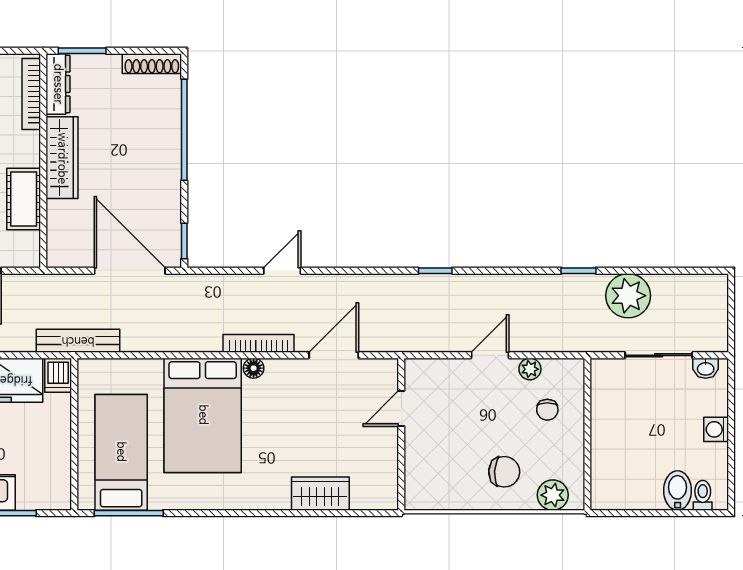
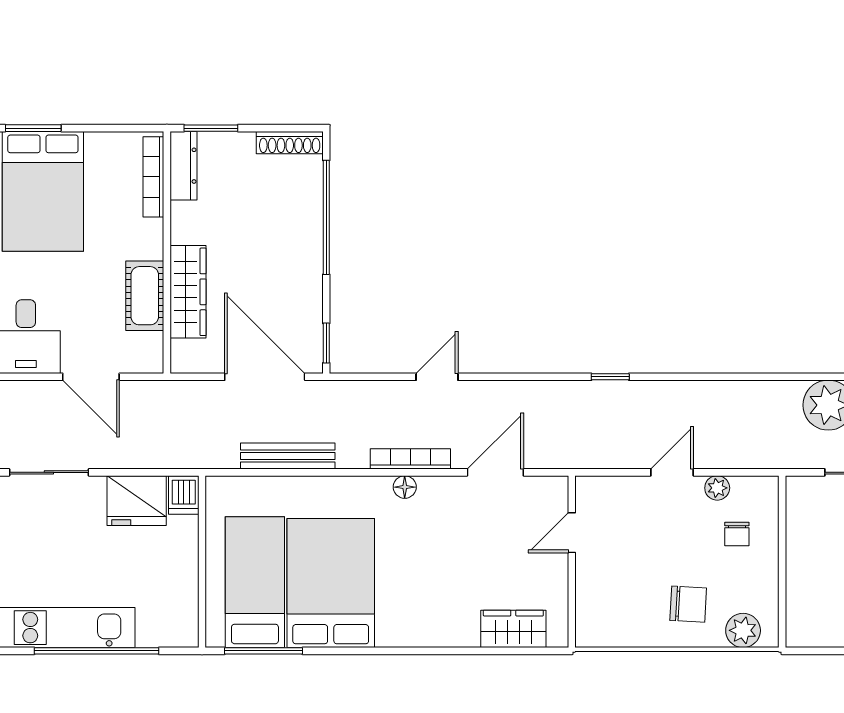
wardrobe: (62, 158) -> (188, 292), moved
window: (578, 271) -> (772, 377), removed
bench: (78, 341) -> (288, 456), moved
bed: (203, 415) -> (331, 583), moved, turned 180
wardrobe: (320, 494) -> (513, 629), moved

